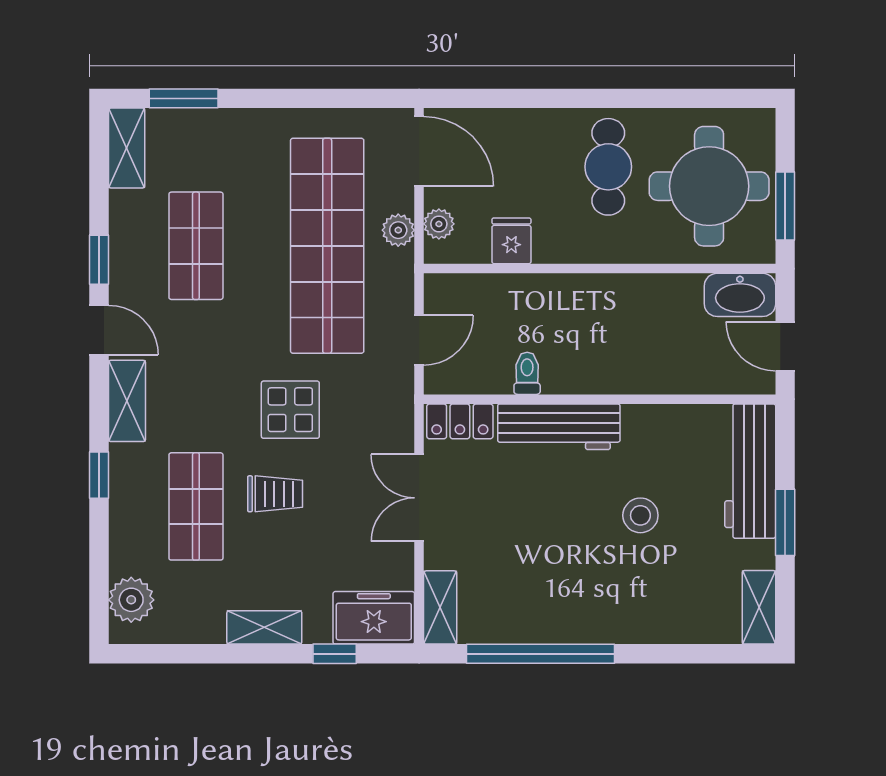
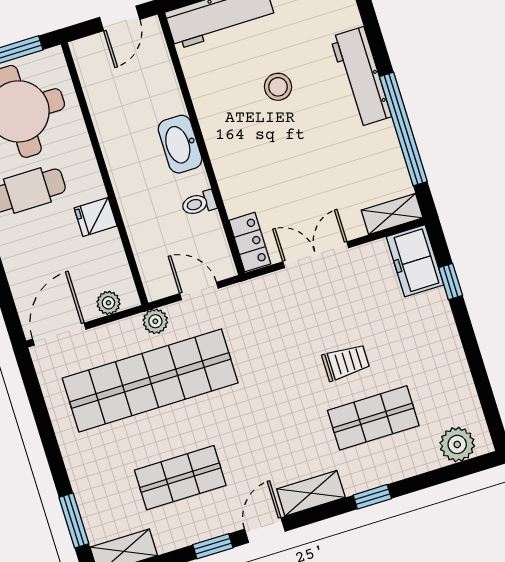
plant: (398, 230) -> (155, 321), moved
fridge: (511, 241) -> (96, 217), moved
washbasin: (740, 295) -> (180, 144), moved, turned 180
display table: (290, 410) -> (280, 370), removed
workbench: (559, 427) -> (361, 77), moved, turned 180
trolley: (275, 494) -> (346, 362), turned 90
double door: (419, 498) -> (316, 255), swing flipped
shelving: (264, 627) -> (447, 340), removed

